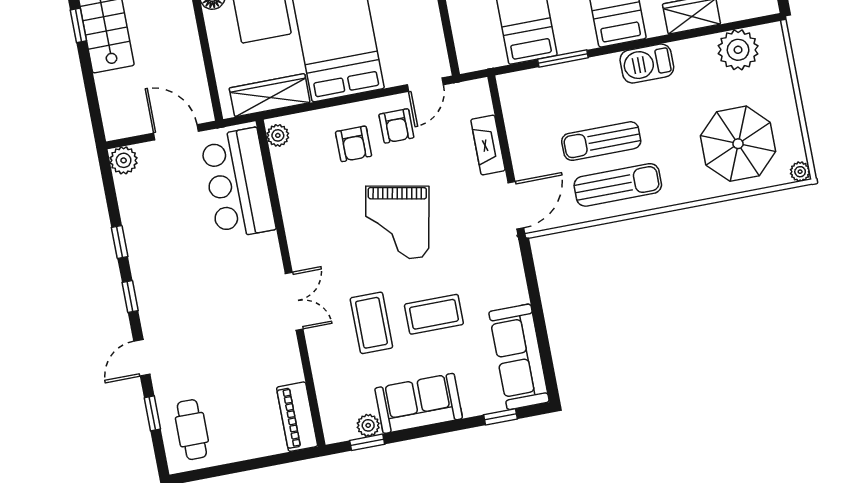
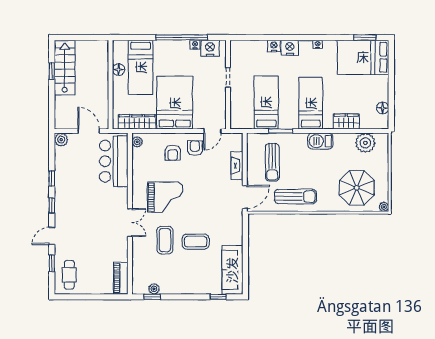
armchair: (396, 126) -> (195, 148), turned 180
sun lounger: (601, 141) -> (272, 162), moved, turned -90
grand piano: (397, 222) -> (165, 197), moved, turned -101
sofa: (419, 403) -> (180, 283), removed

